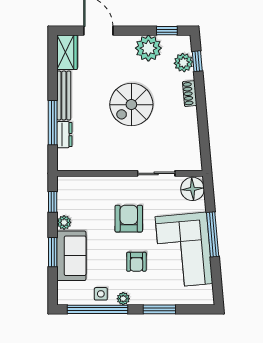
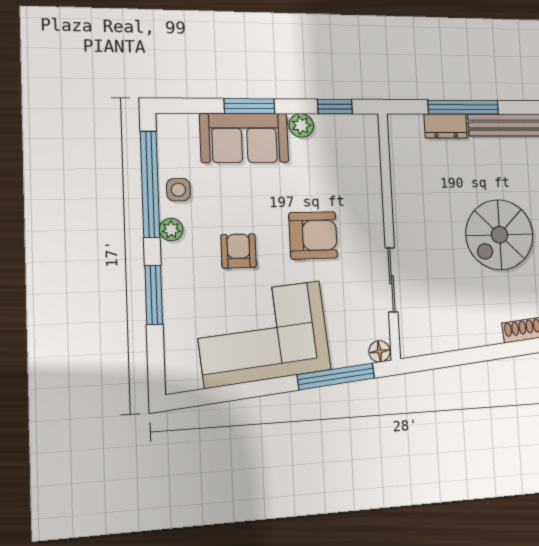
spiral stairs: (131, 105) -> (499, 235), turned -90
floor lamp: (193, 189) -> (379, 351), width x0.53, depth x0.53
window: (213, 234) -> (336, 376), moved
armchair: (136, 262) -> (239, 251), turned 90

